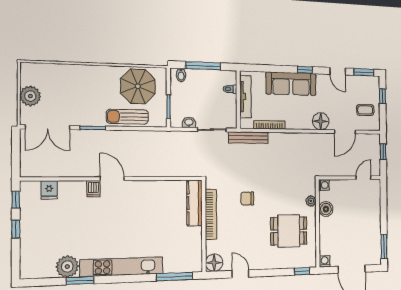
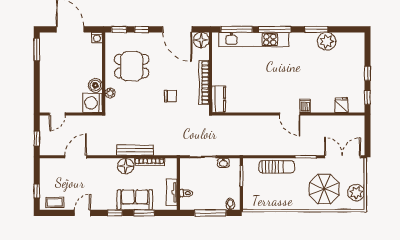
door: (338, 71) -> (82, 213), hinge flipped
window: (364, 72) -> (144, 213), moved
sofa: (291, 84) -> (135, 200), width x0.73
parasol: (138, 86) -> (324, 189), moved
plant: (30, 96) -> (356, 193), moved
tv unit: (245, 97) -> (172, 192), width x0.71
coffee table: (365, 110) -> (55, 202), moved
floor lamp: (321, 121) -> (126, 166), moved
bench: (248, 138) -> (135, 150), moved
washing machine: (324, 185) -> (93, 103), width x1.89, depth x1.89
kitchen counter: (195, 203) -> (219, 99), width x0.67
kitchen unit: (122, 267) -> (254, 40), moved
window: (279, 272) -> (142, 29), added
door: (241, 274) -> (177, 29), width x1.87
window: (130, 278) -> (275, 29), added

